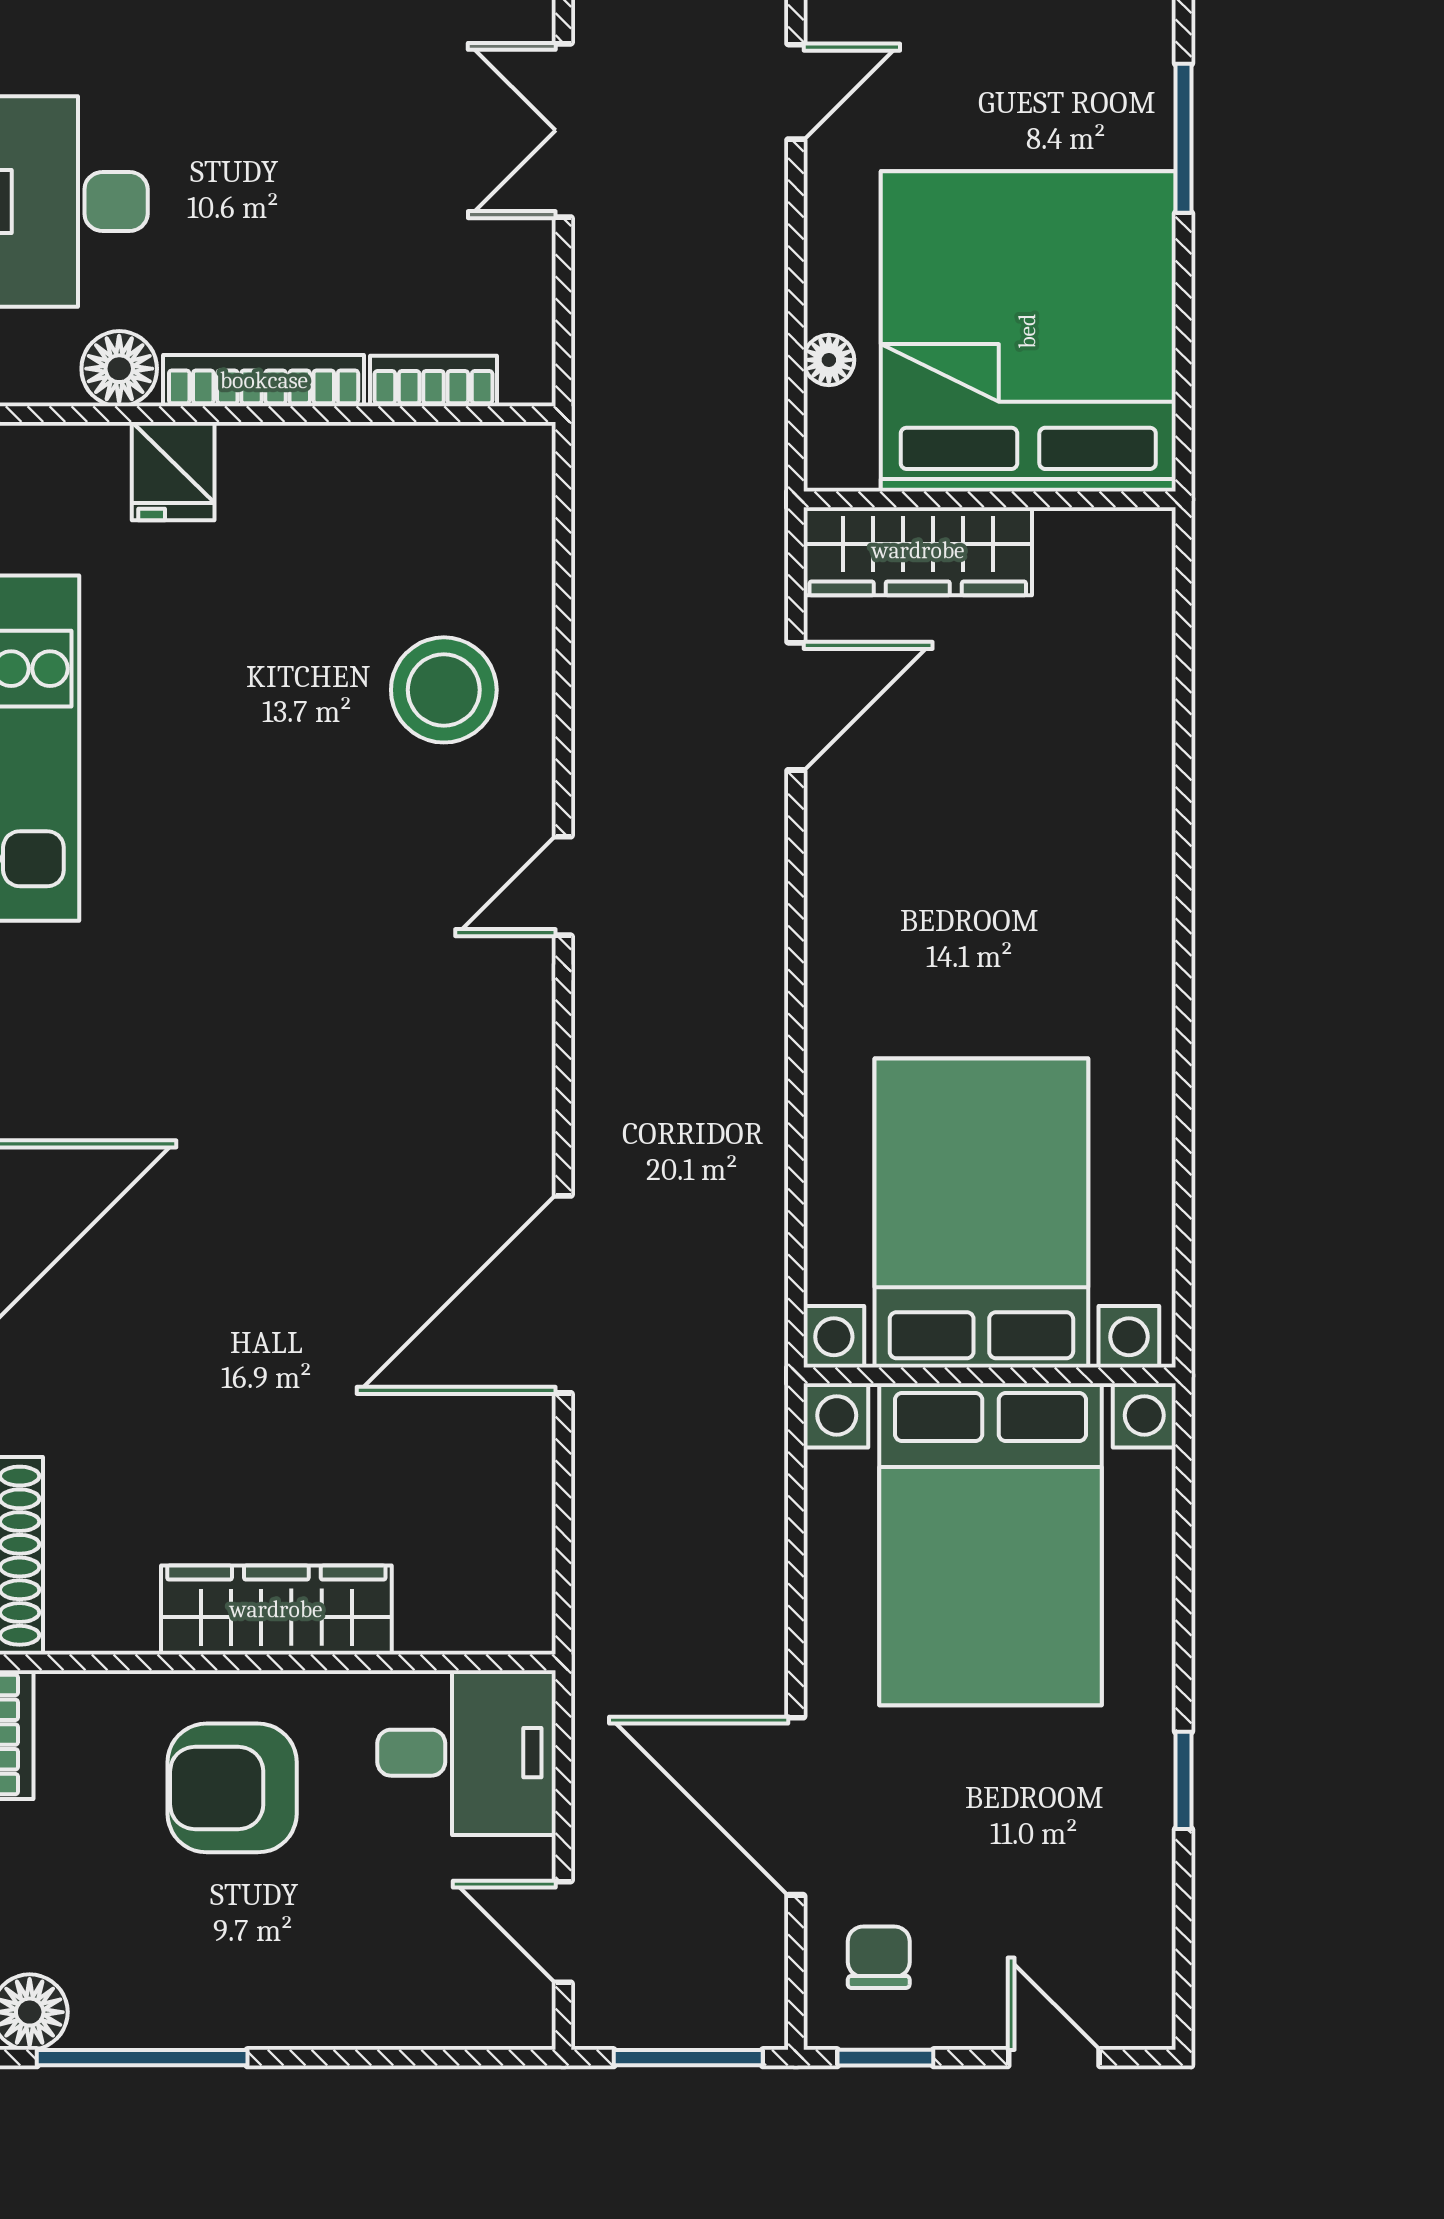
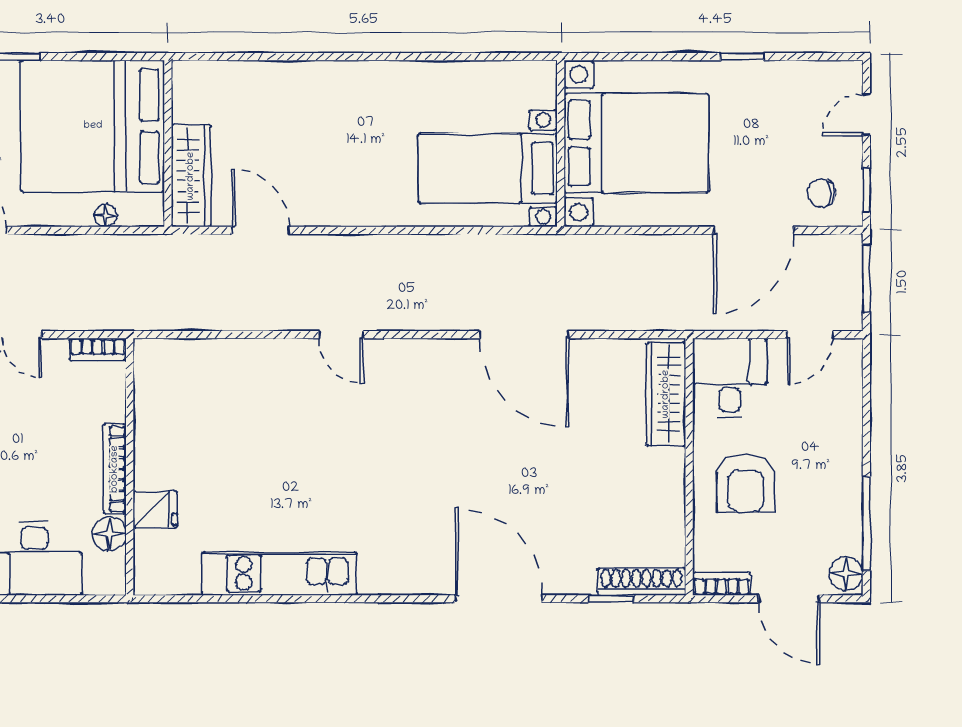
bookcase: (433, 381) -> (98, 349), moved, turned -90
stool: (444, 690) -> (253, 388), removed
bed with nightstands: (981, 1213) -> (488, 168), width x0.73
wardrobe: (276, 1610) -> (666, 394), moved

